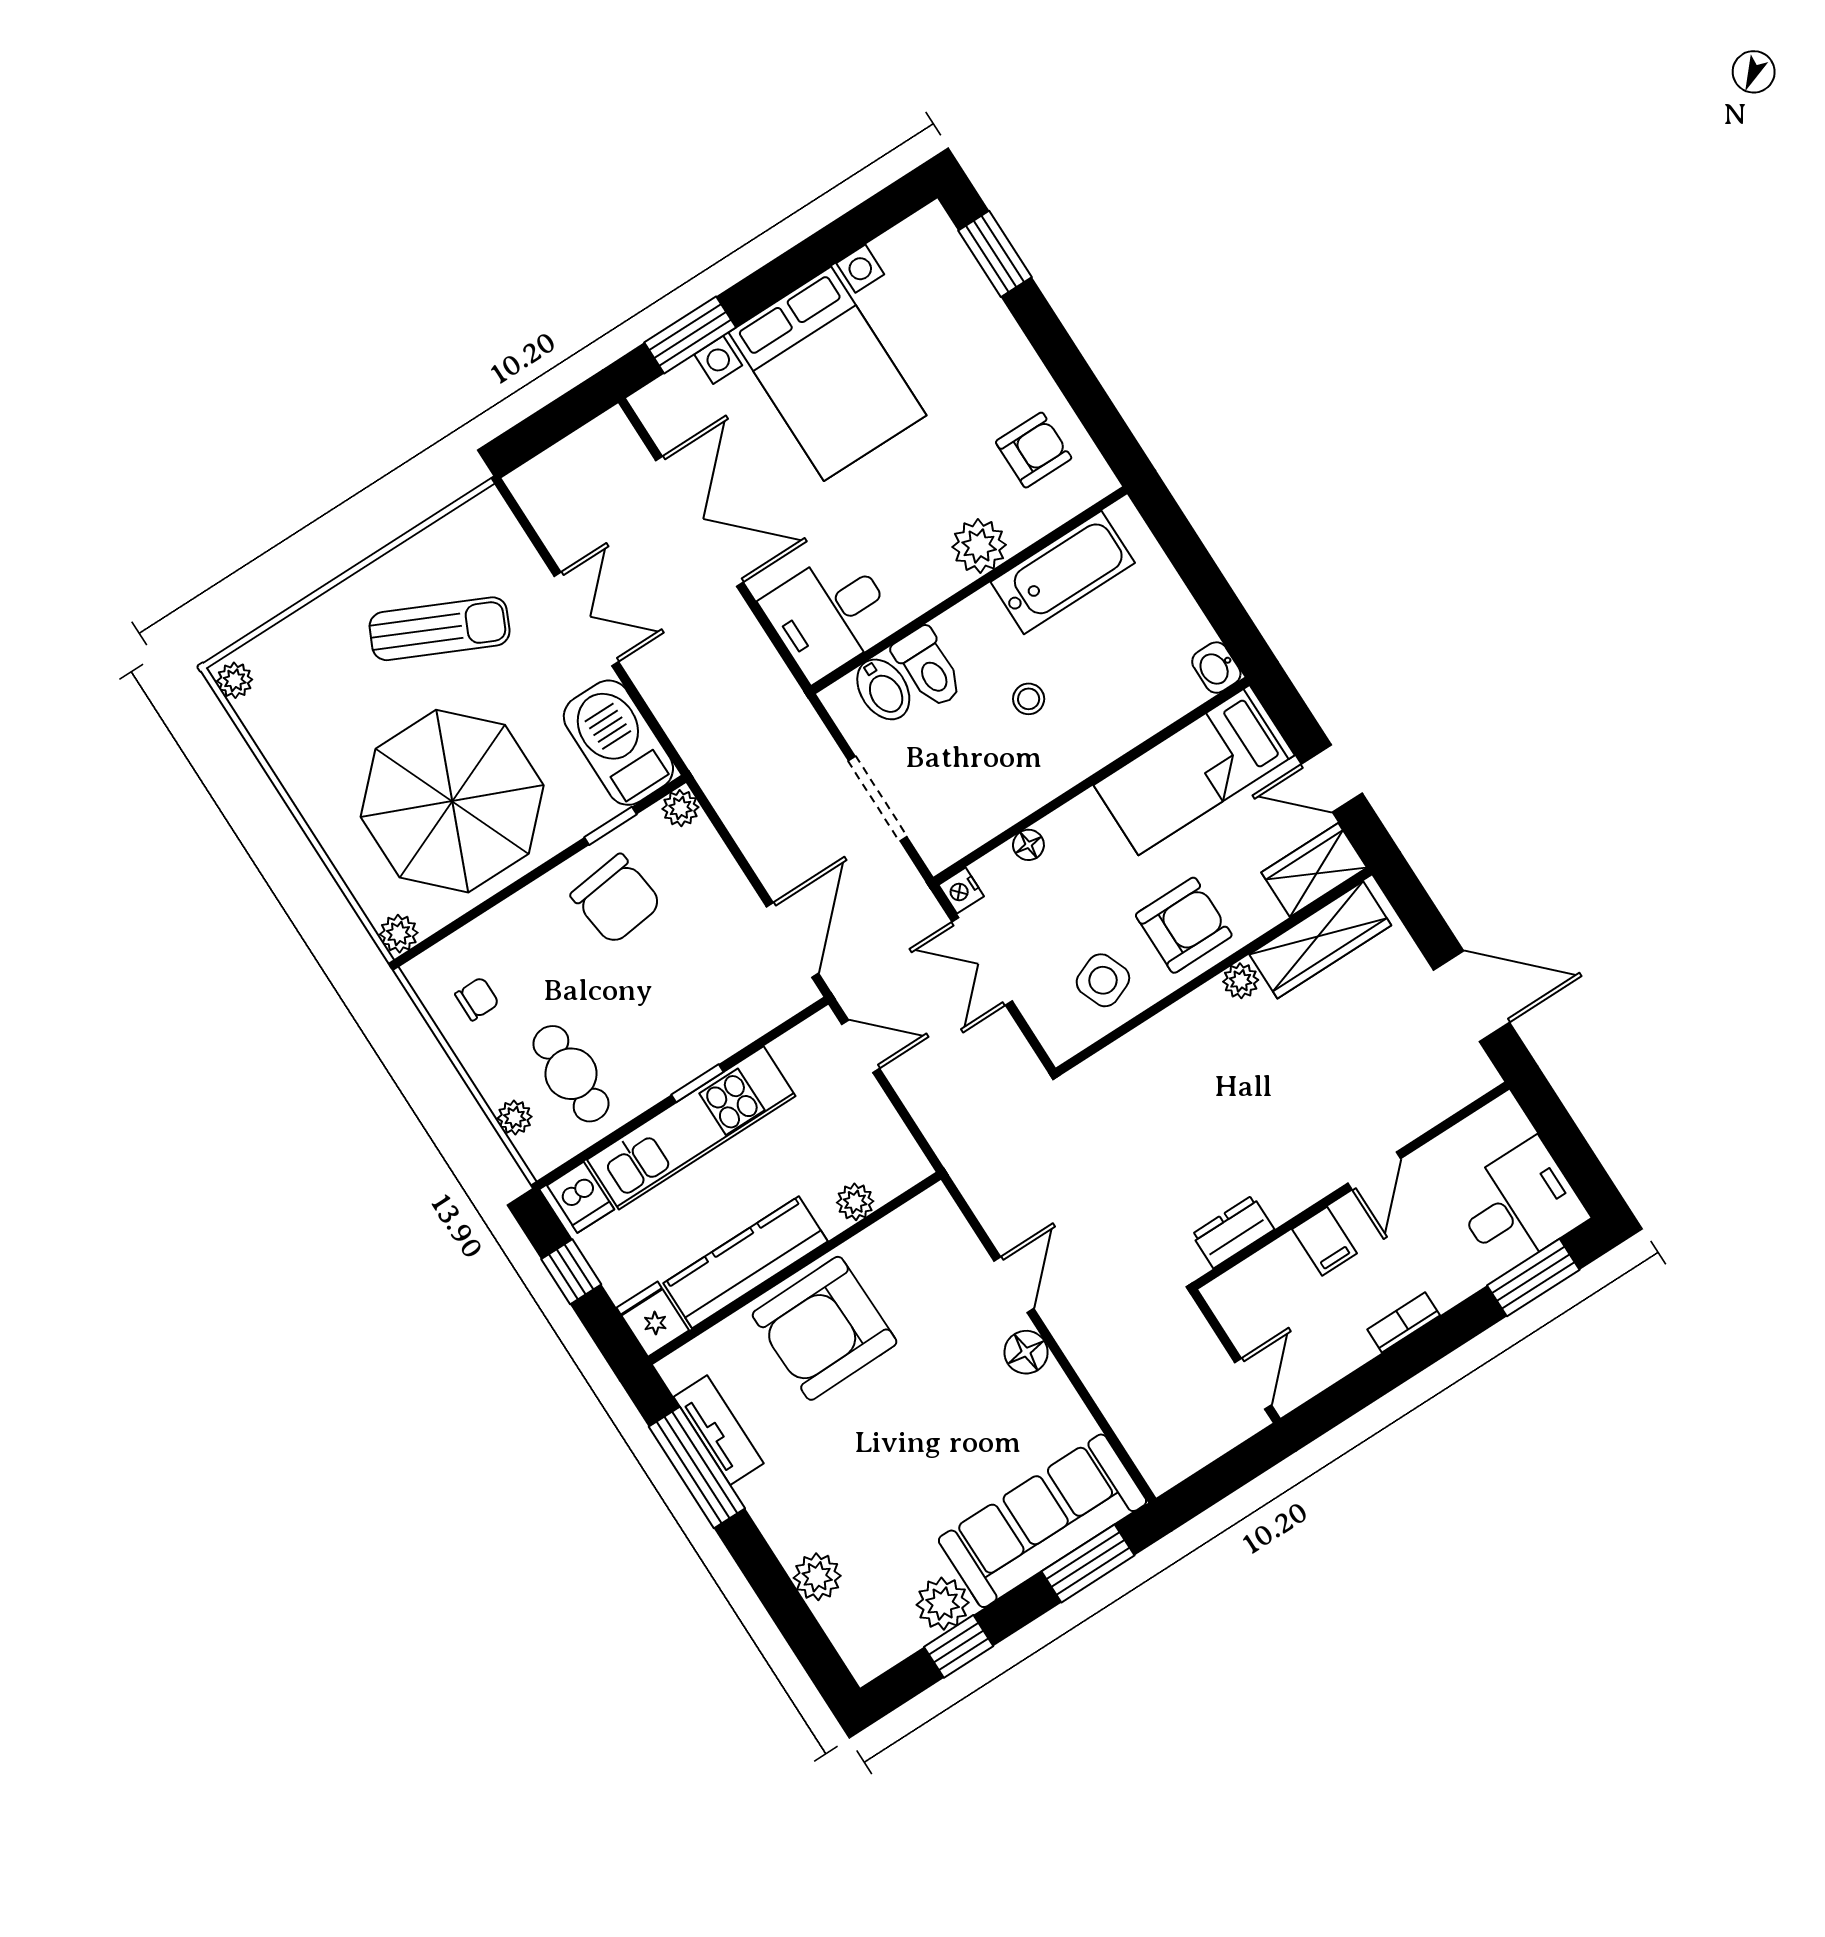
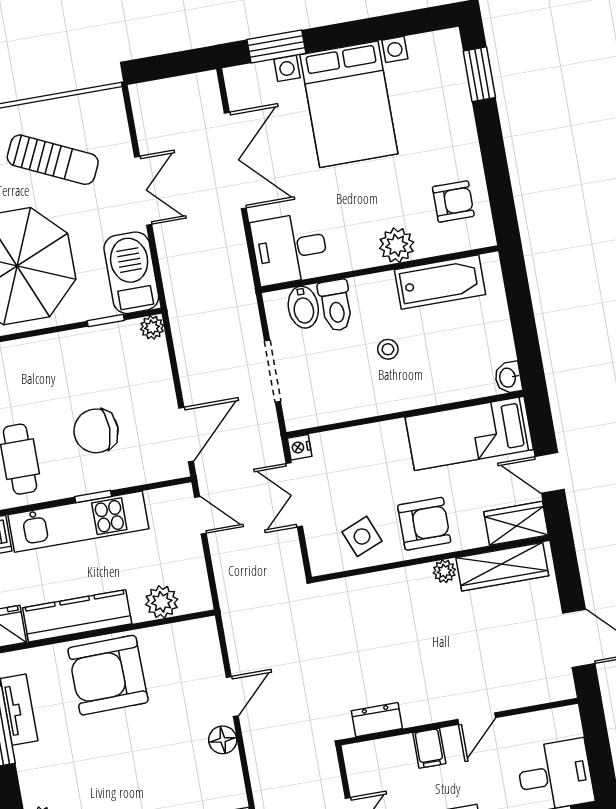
floor lamp: (1028, 845) -> (351, 437), removed
chair: (616, 899) -> (96, 431), moved, turned 97
plant: (855, 1202) -> (162, 602), width x1.38, depth x1.38

